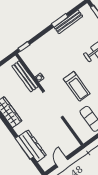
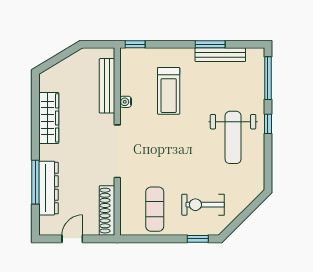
treadmill: (77, 86) -> (169, 91), moved
shoe rack: (69, 136) -> (107, 211), added

